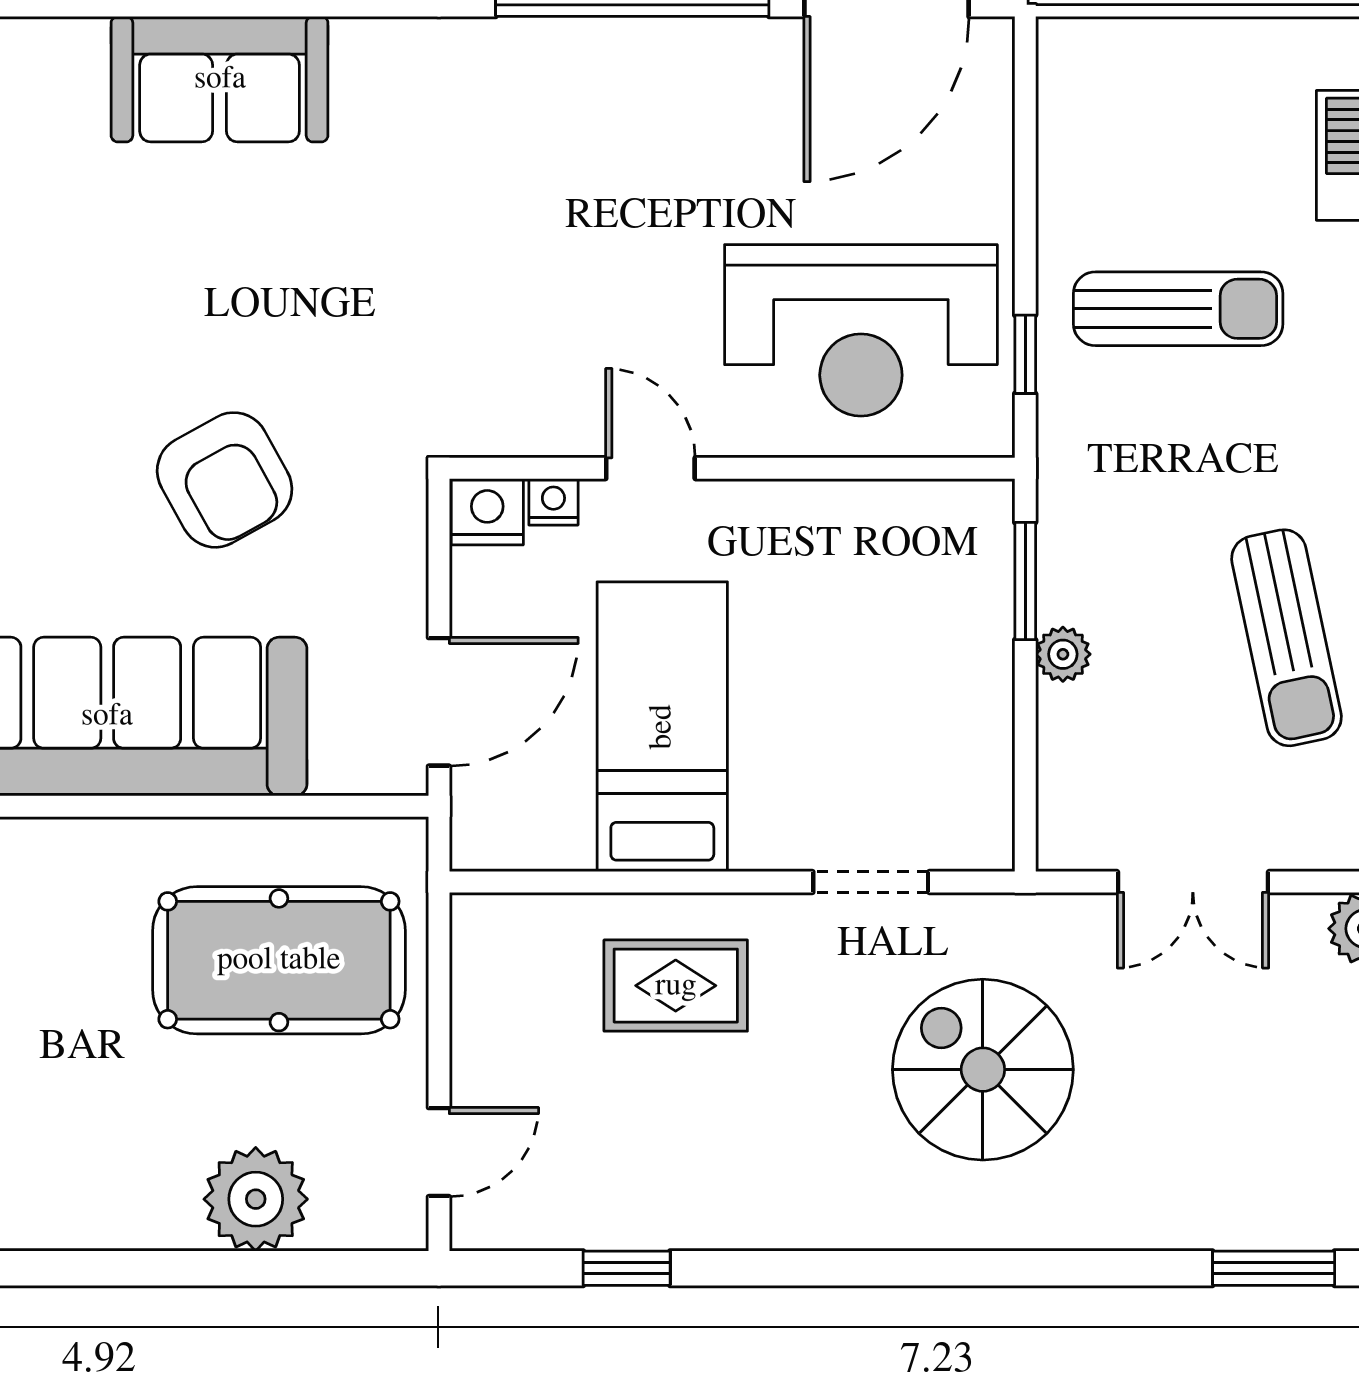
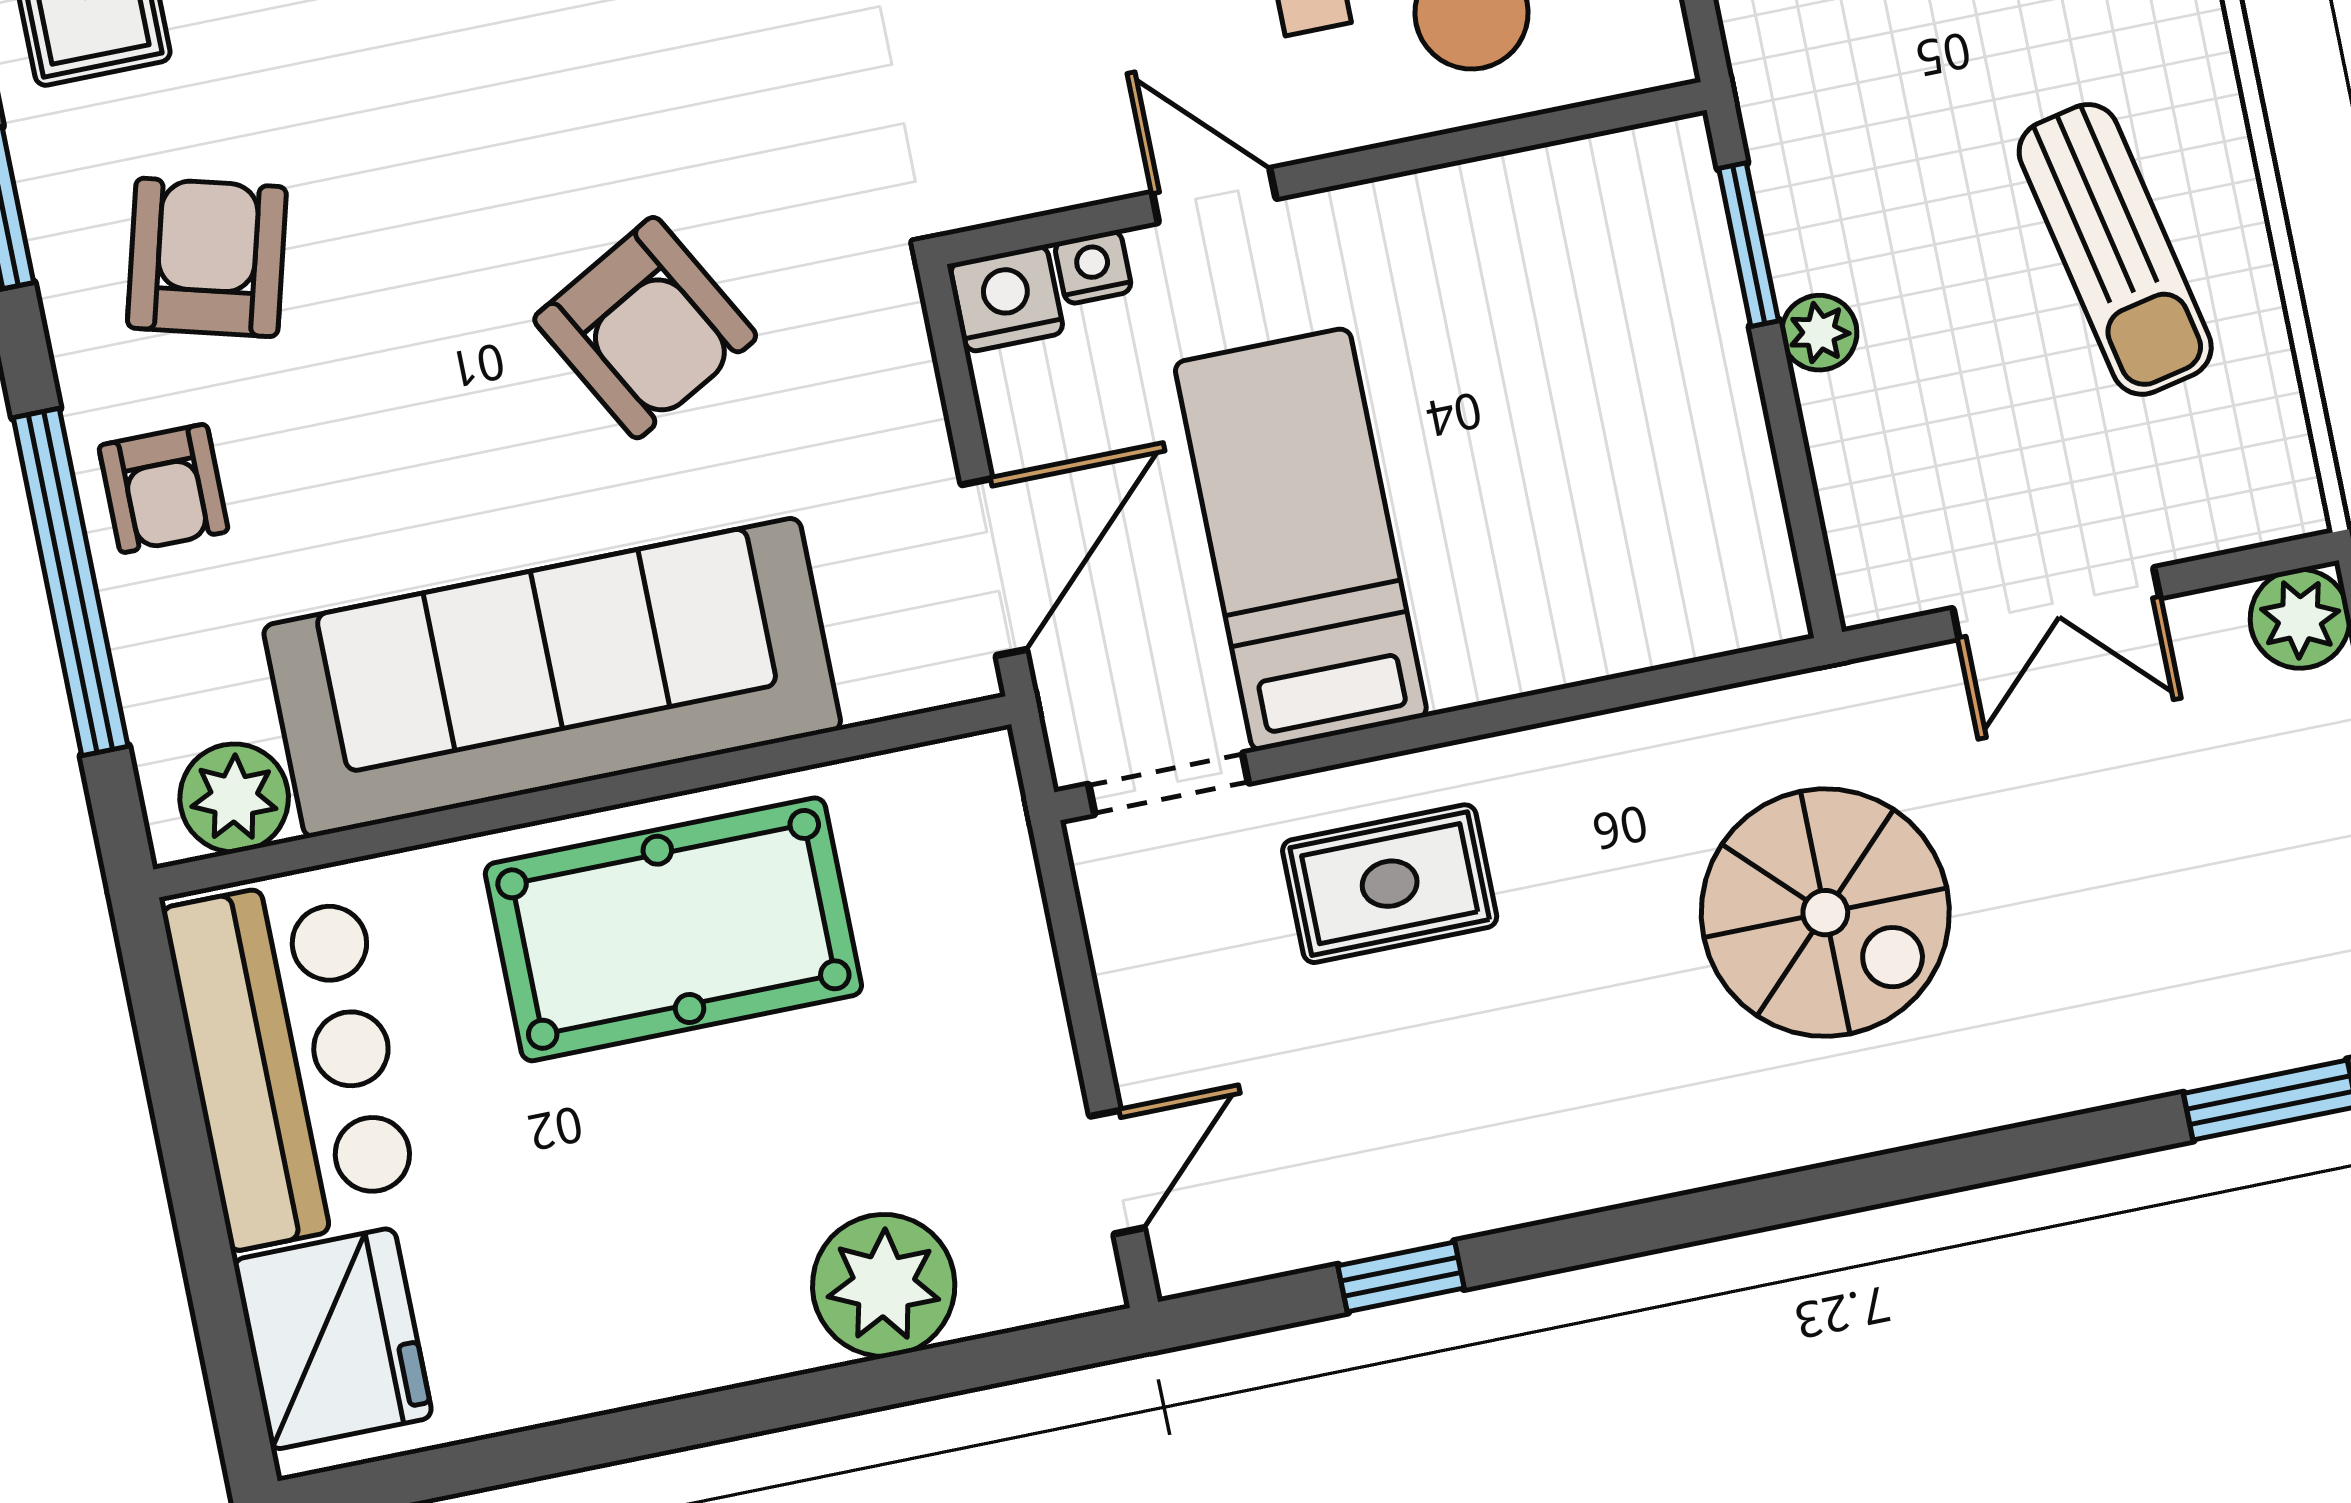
doorway: (871, 882) -> (1169, 784), moved
pool table: (279, 960) -> (673, 929), moved
spiral stairs: (983, 1070) -> (1825, 913), turned 180

